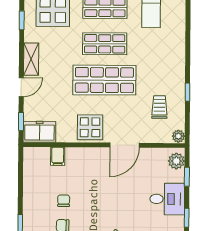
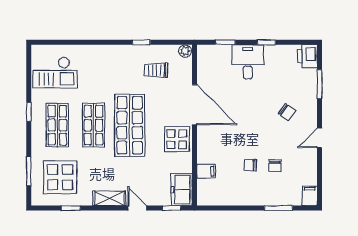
door: (125, 145) -> (194, 105), width x1.36
plant: (176, 161) -> (210, 53), removed

